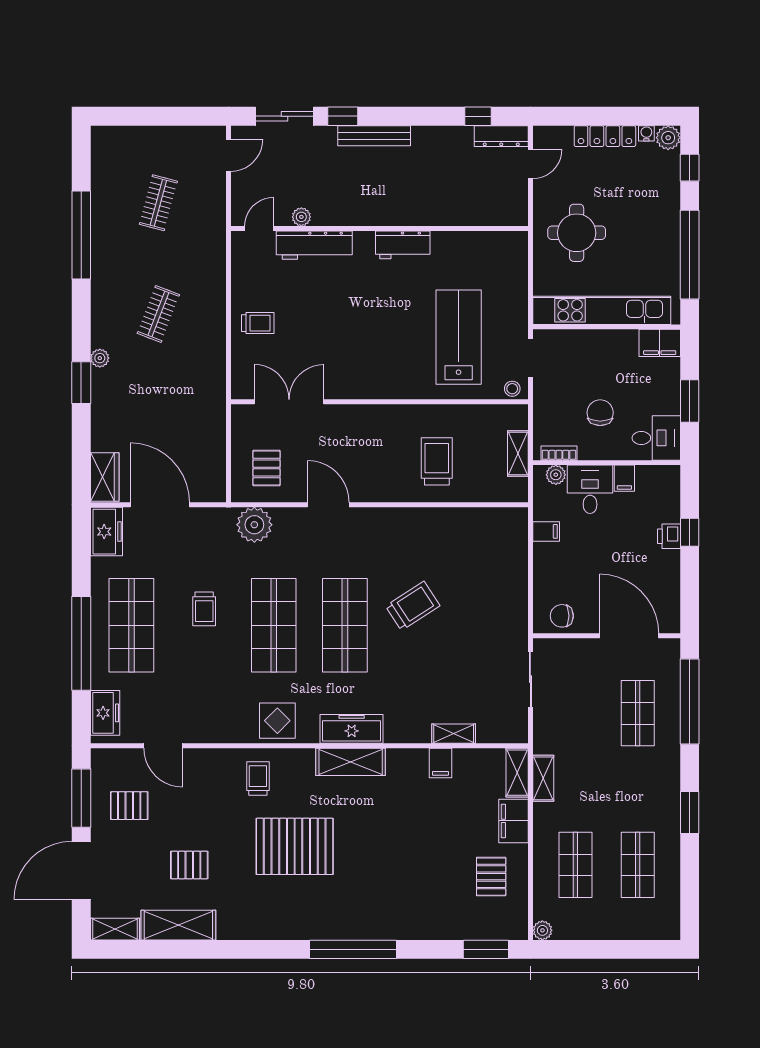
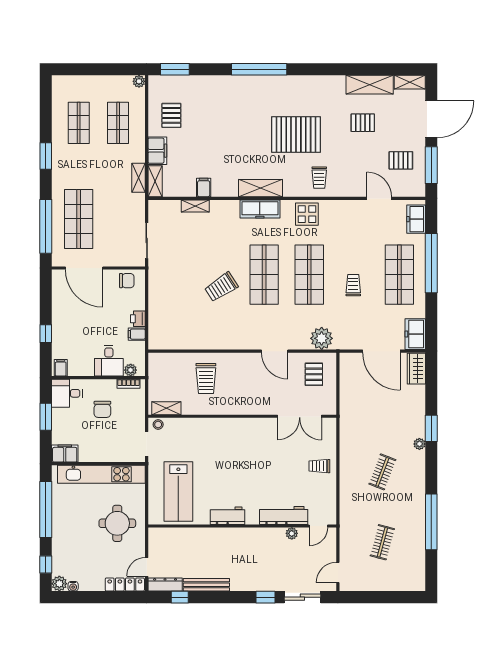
bench: (374, 136) -> (206, 585), moved
locker: (605, 136) -> (125, 585), moved
lab bench: (459, 337) -> (178, 491), moved
shelving: (518, 454) -> (166, 408), moved, turned 90
filing cabinet: (624, 478) -> (61, 368), moved
printer: (669, 536) -> (138, 319), moved, turned 180
shop shelf: (638, 713) -> (79, 219), width x1.43, depth x1.36

